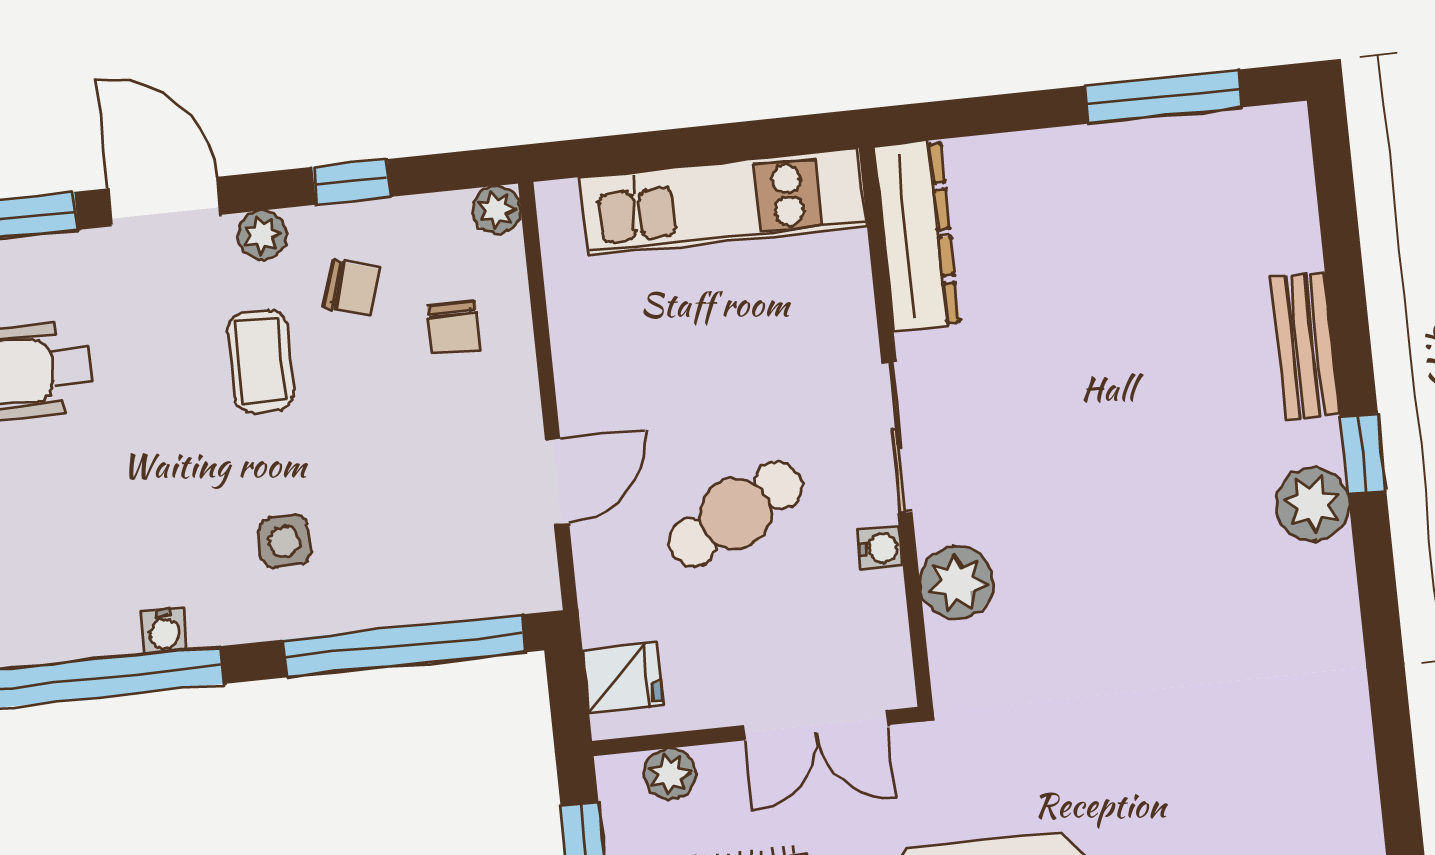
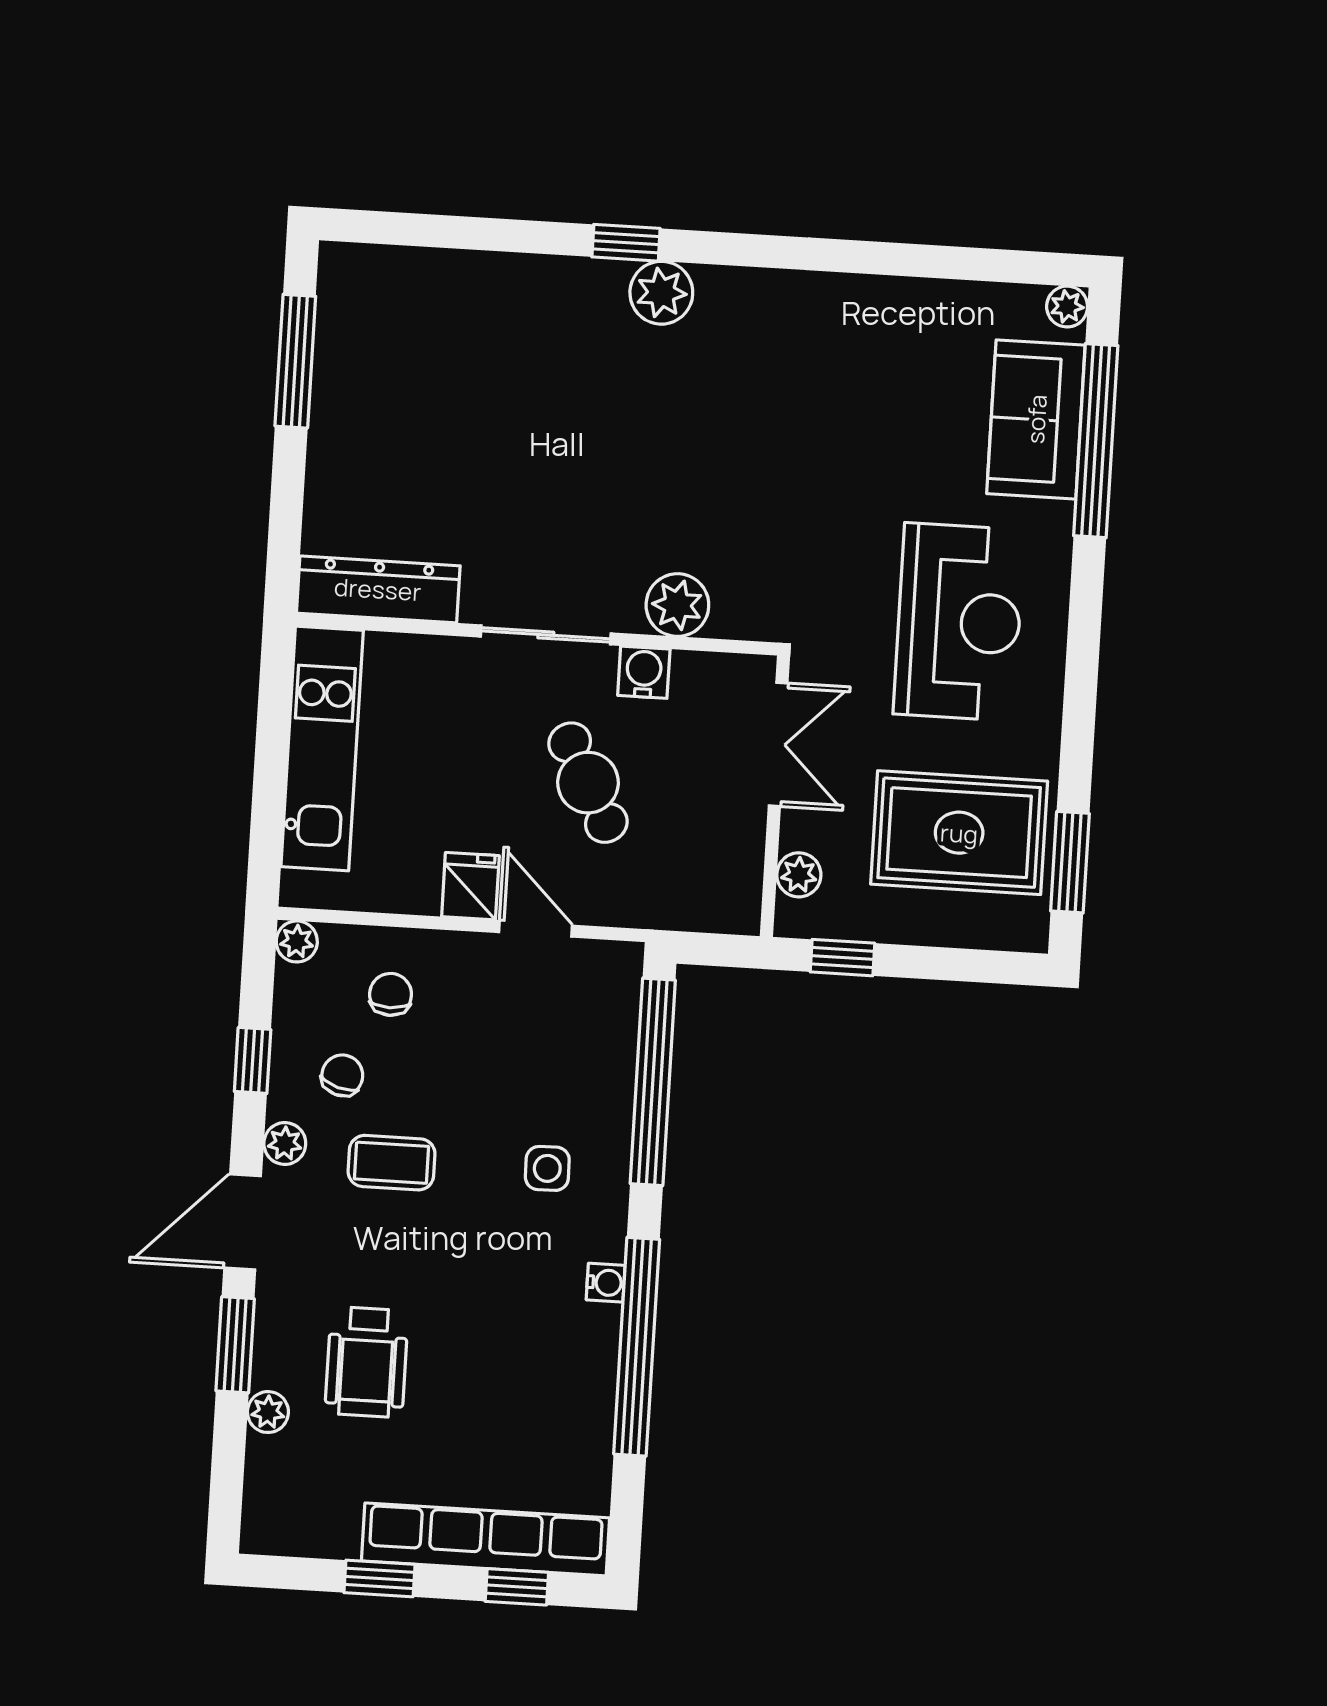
chair: (454, 328) -> (391, 994), turned -90
bench: (1305, 346) -> (526, 276), removed
water cooler: (880, 548) -> (644, 672), width x1.38, depth x1.38
fridge: (623, 678) -> (470, 886), moved

